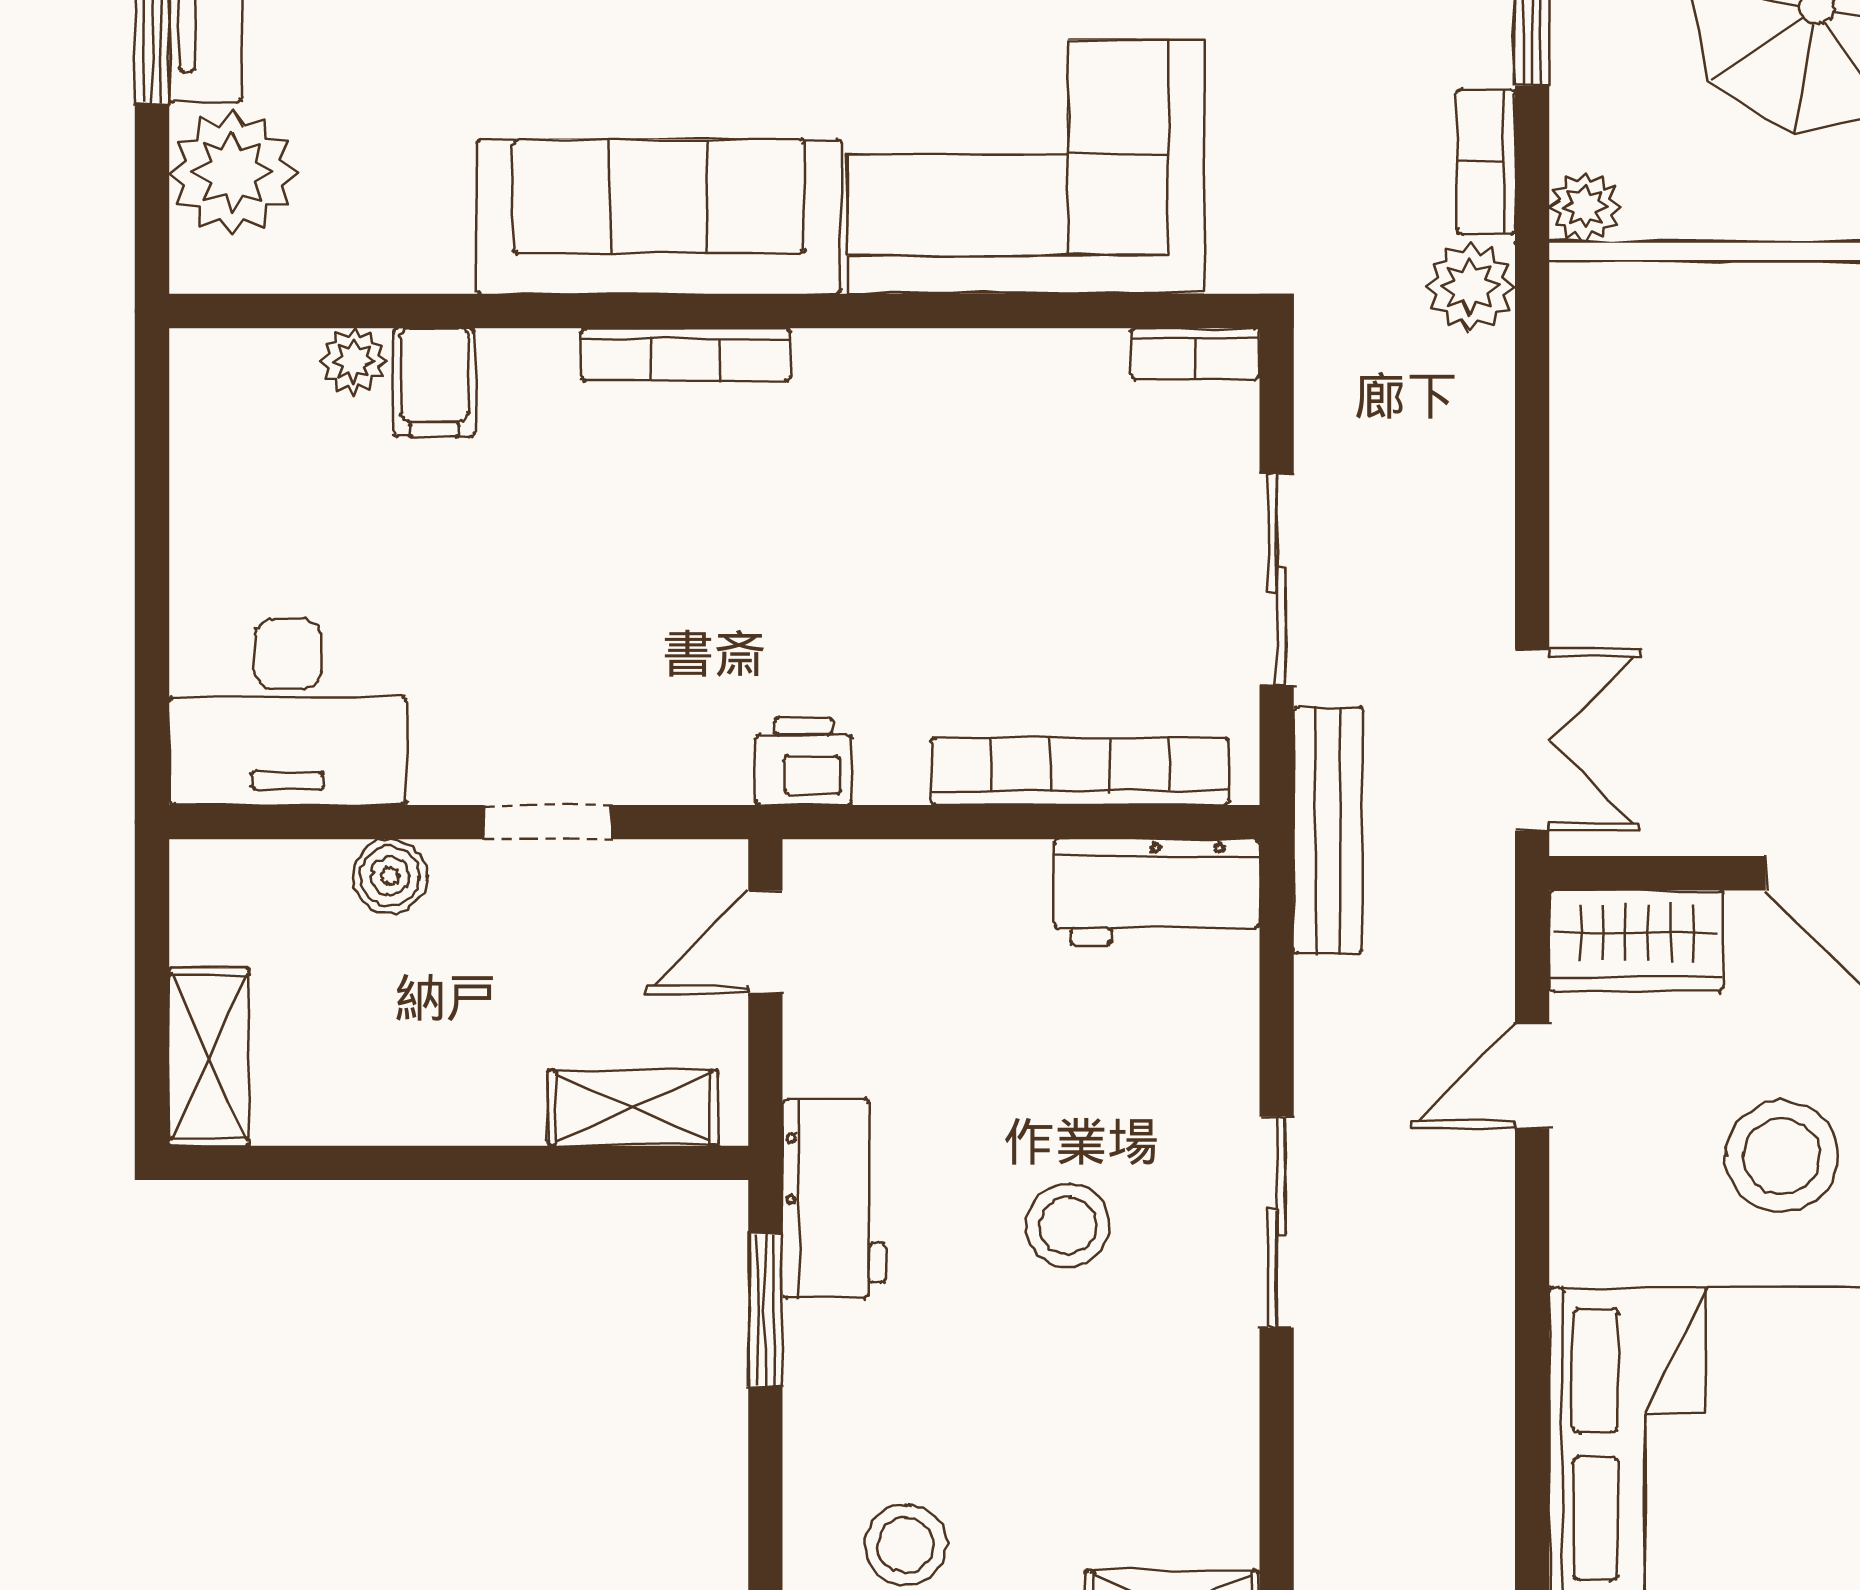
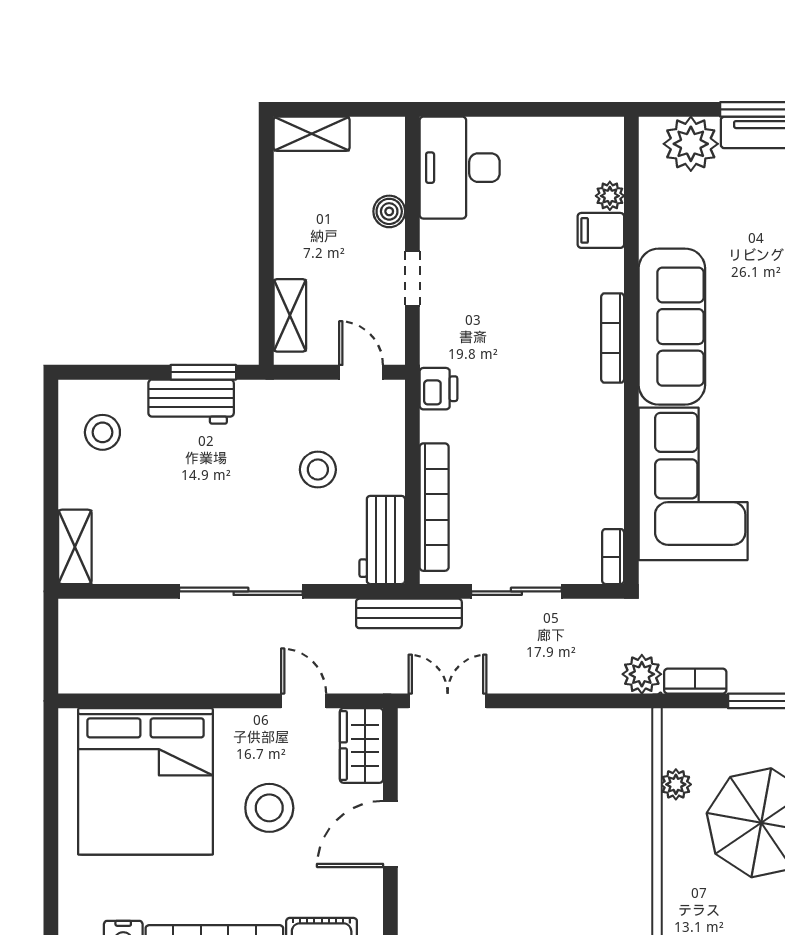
plant: (1585, 207) -> (676, 784), moved
double door: (1532, 740) -> (448, 701), swing flipped
workbench: (834, 1199) -> (191, 402), moved
sliding door: (1277, 1222) -> (241, 591), width x1.37
stool: (1068, 1225) -> (318, 470), moved

